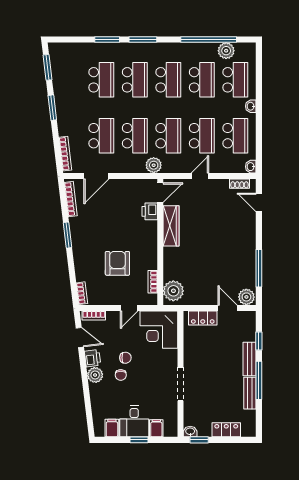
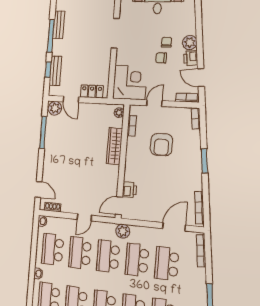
wardrobe: (171, 226) -> (114, 146), moved
window: (68, 235) -> (204, 161), moved
plant: (173, 291) -> (119, 113), width x0.53, depth x0.53
bench: (250, 359) -> (55, 71), moved

